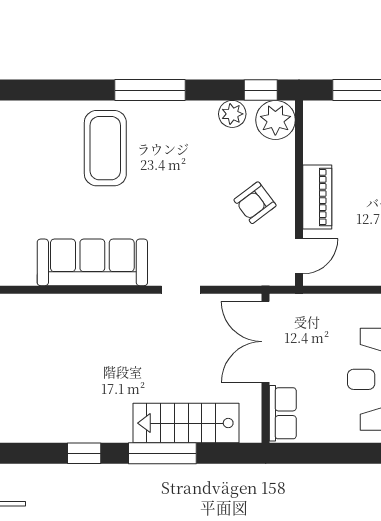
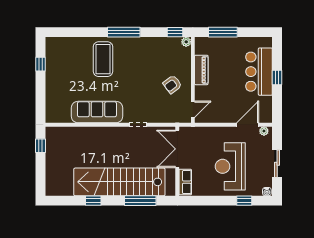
plant: (232, 114) -> (162, 43), removed
plant: (275, 120) -> (186, 42), width x0.53, depth x0.53
piano: (317, 197) -> (201, 70), moved
stairs: (186, 423) -> (119, 182), width x1.86, depth x1.51
window: (162, 453) -> (140, 201), moved

